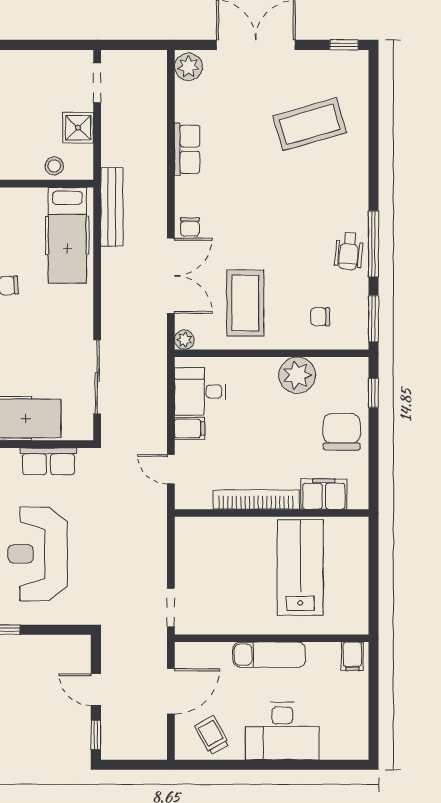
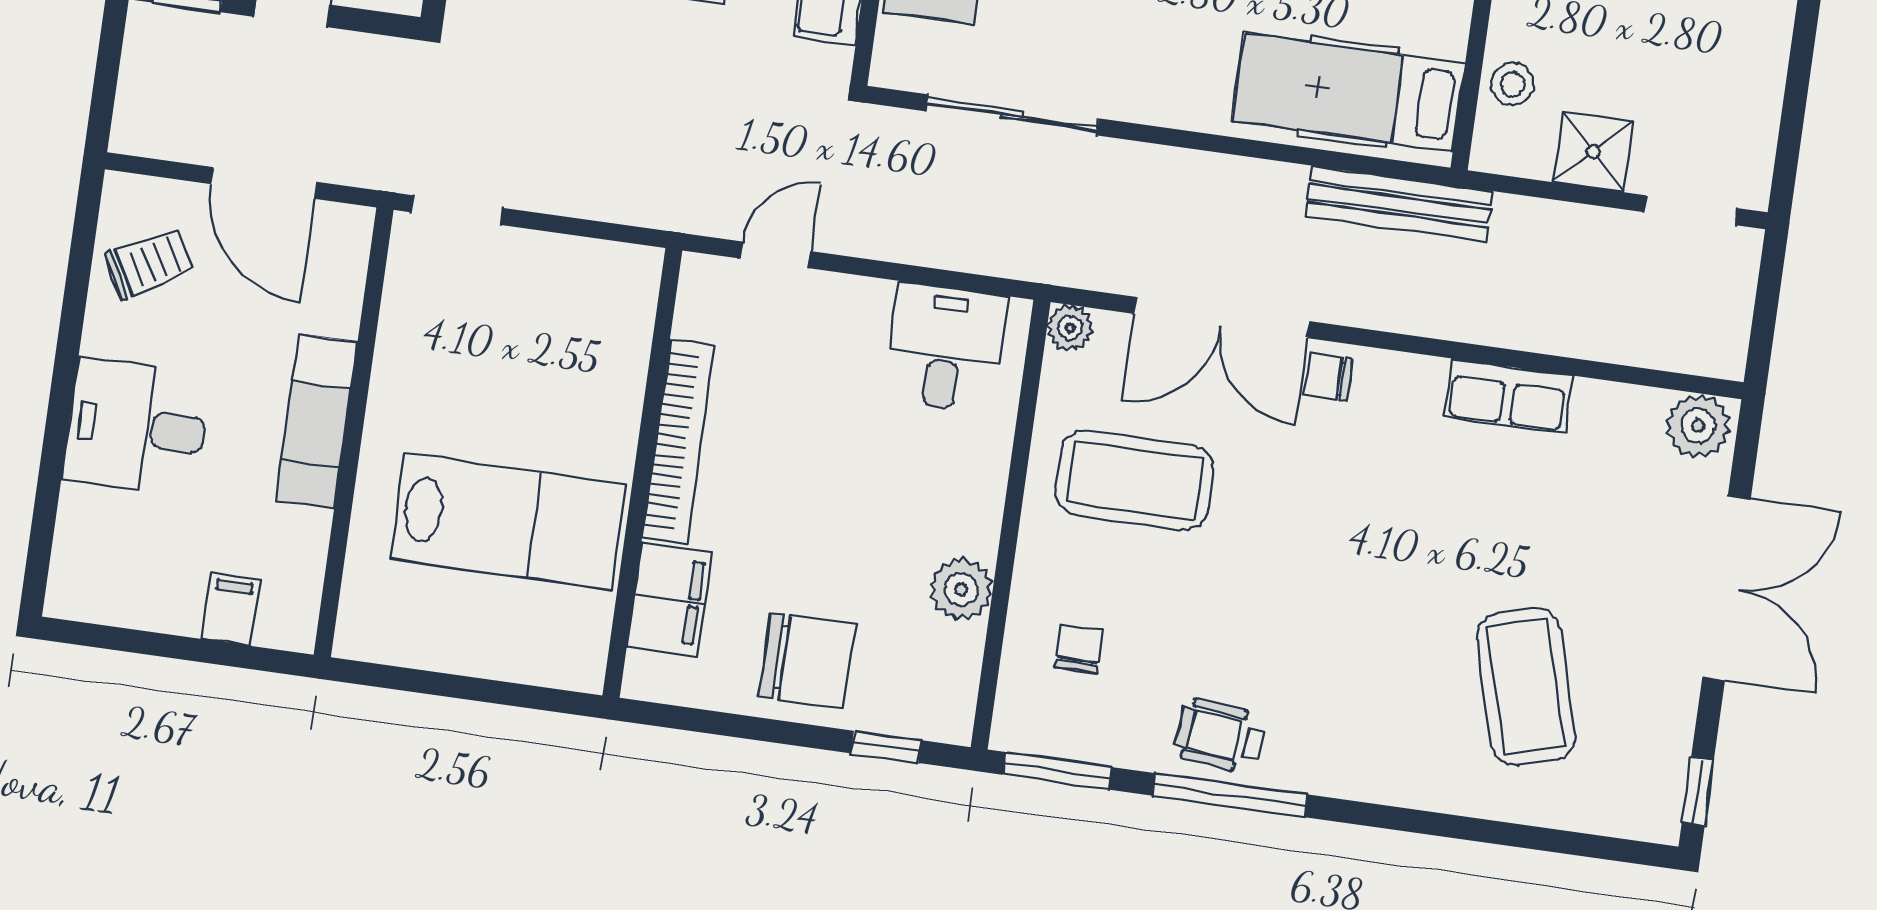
plant: (297, 375) -> (961, 589), width x0.73, depth x0.73
filing cabinet: (190, 428) -> (864, 311), removed
filing cabinet: (352, 656) -> (231, 610), moved, turned 90
desk: (282, 731) -> (136, 427), width x0.73

